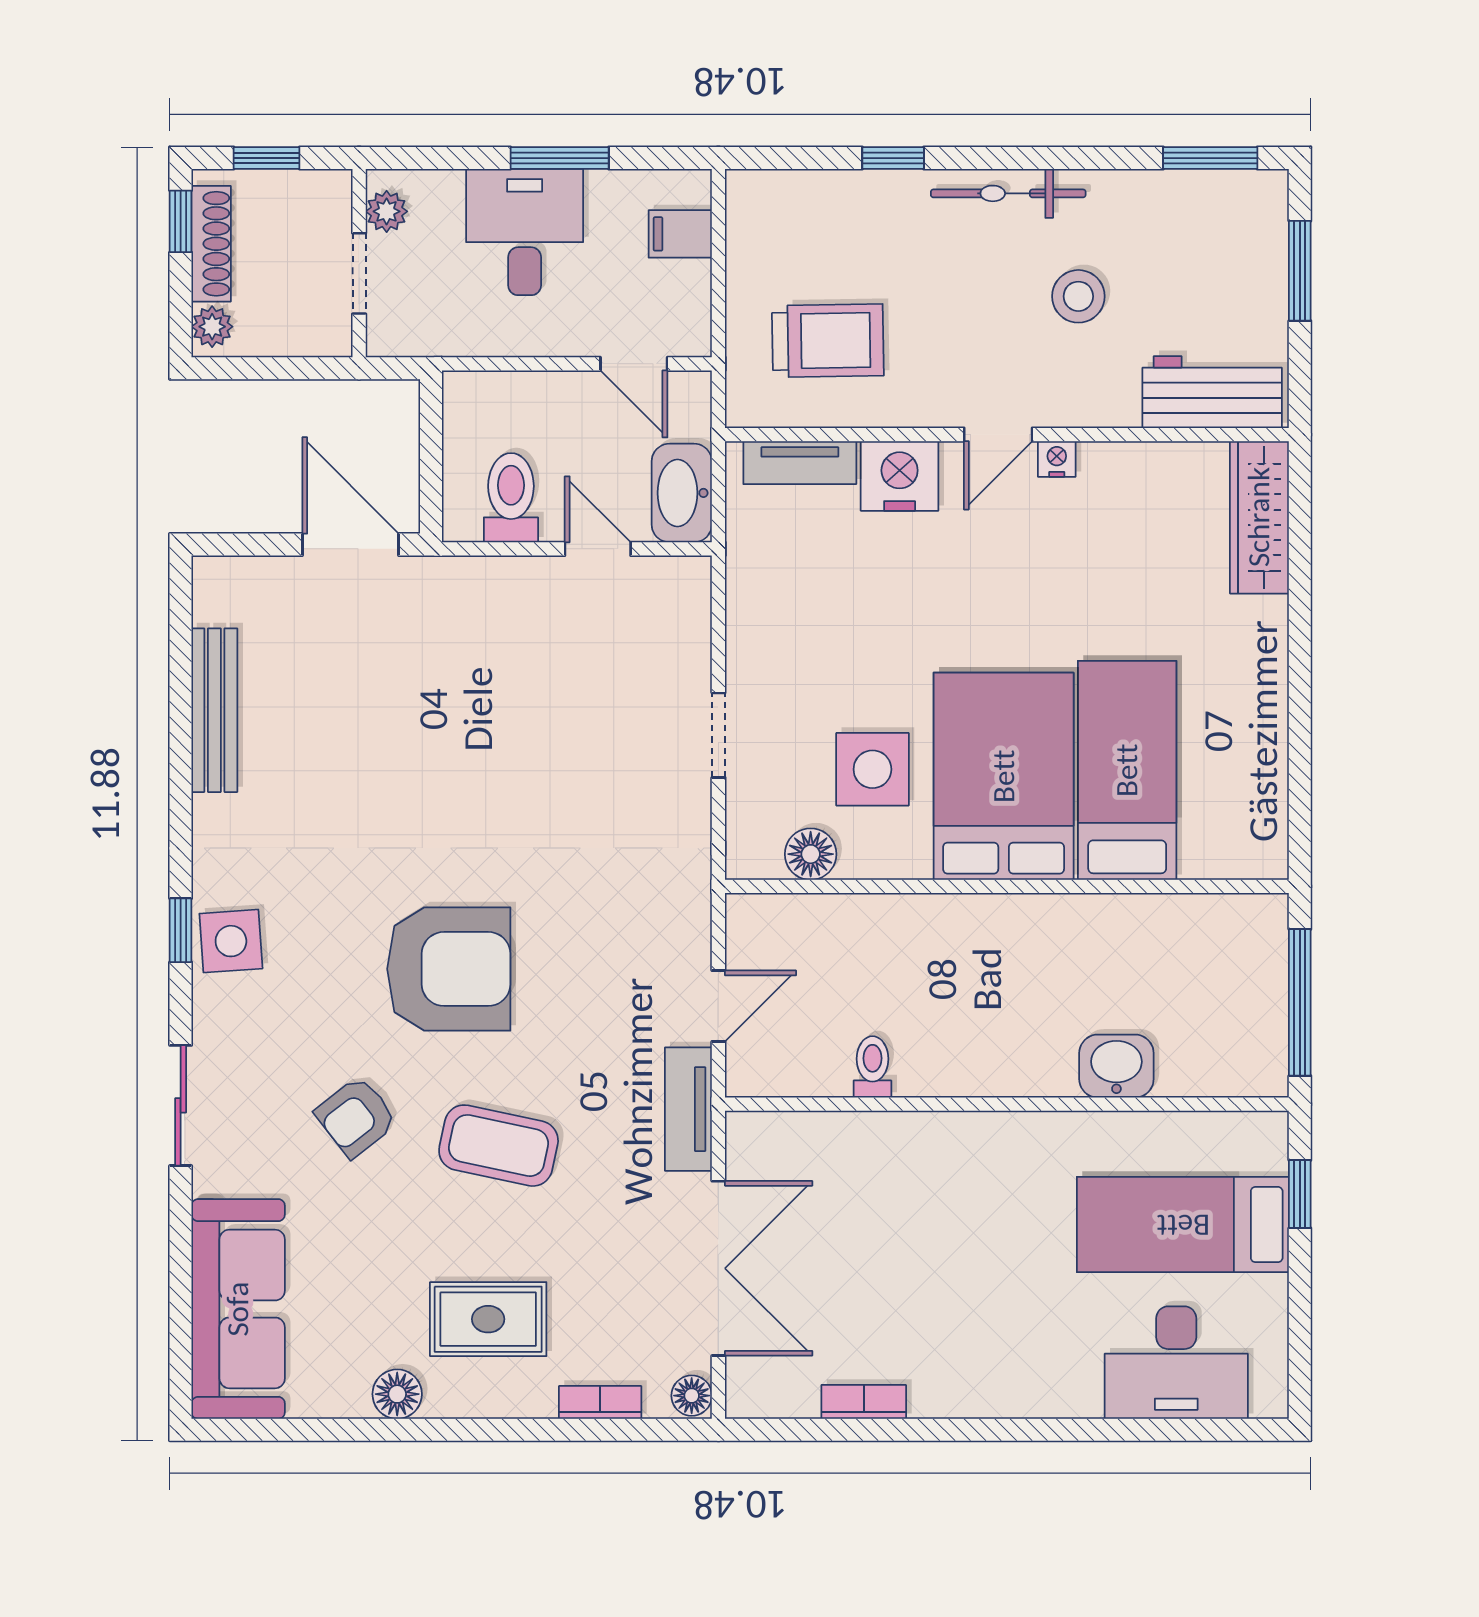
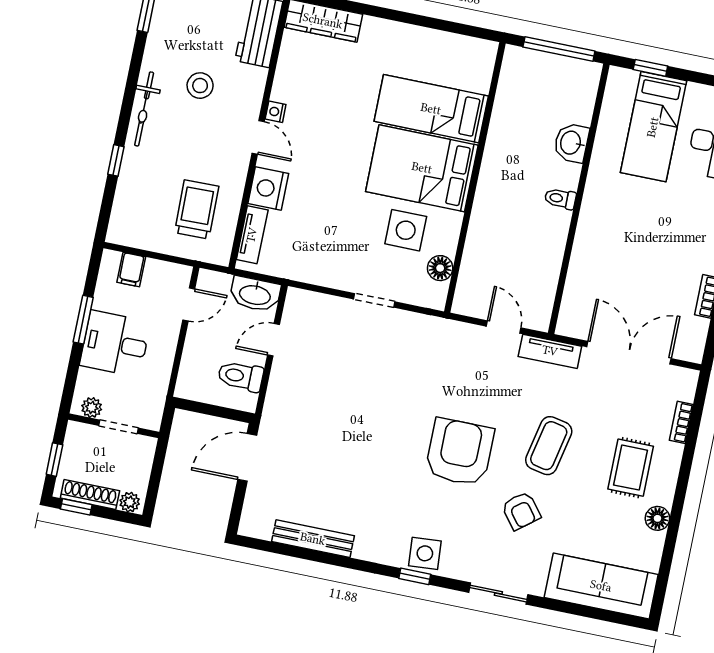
toilet: (872, 1067) -> (560, 199), moved
floor lamp: (692, 1396) -> (687, 378), removed

